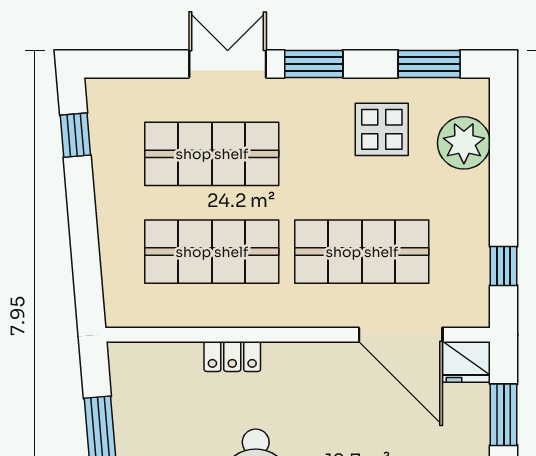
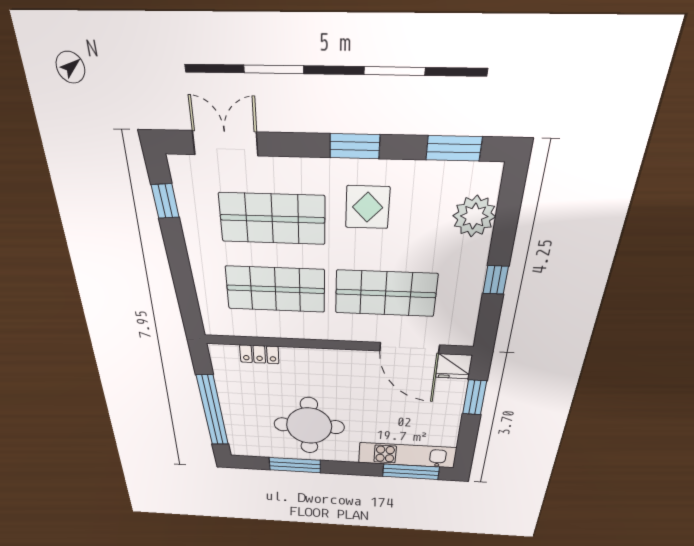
double door: (228, 64) -> (225, 143), moved
display table: (382, 129) -> (367, 207), moved
window: (504, 266) -> (496, 280), moved
locker: (232, 356) -> (259, 354), moved

